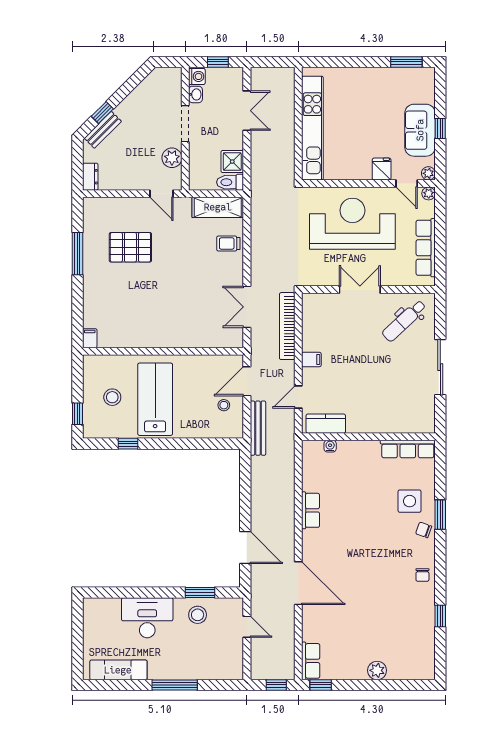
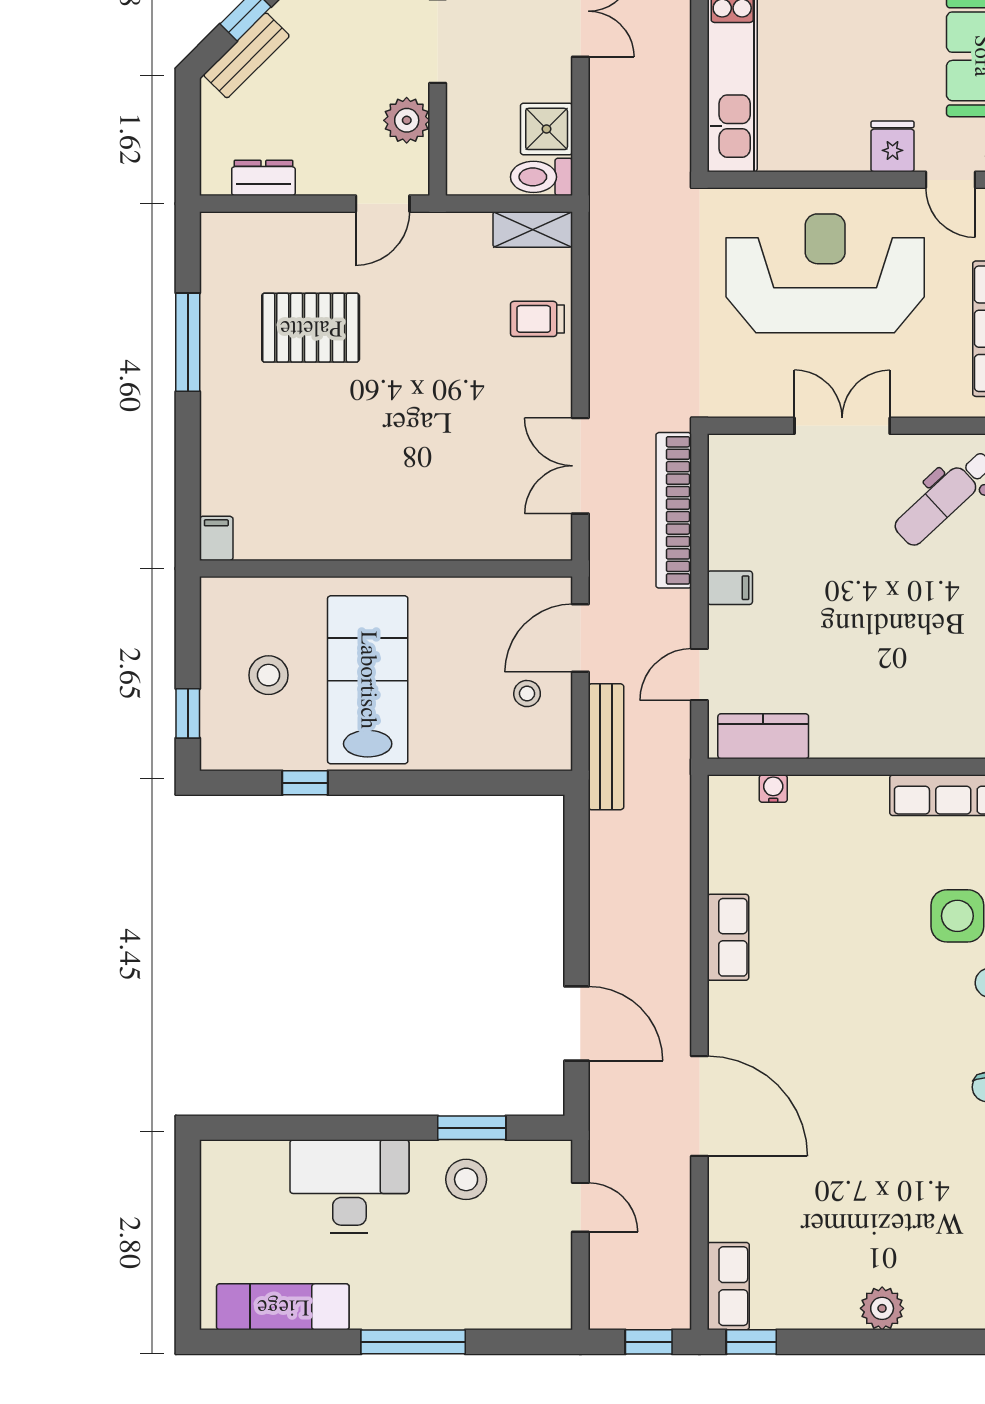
dresser: (90, 177) -> (263, 178), moved, turned -90
door: (161, 194) -> (383, 204), hinge flipped
shelving: (218, 207) -> (533, 229), width x0.67, depth x0.75

